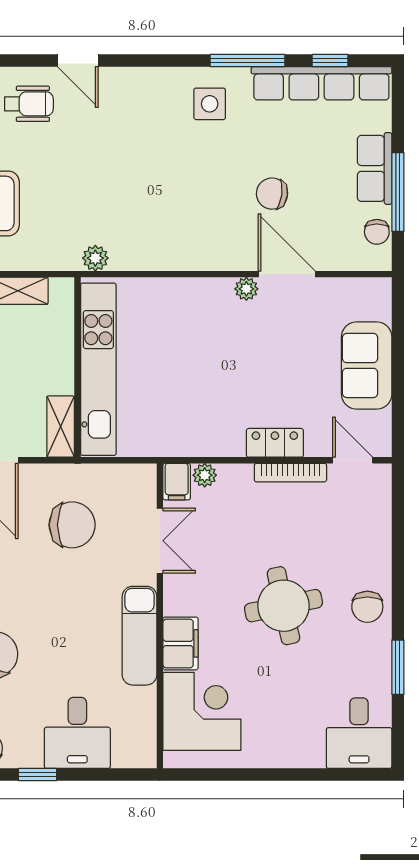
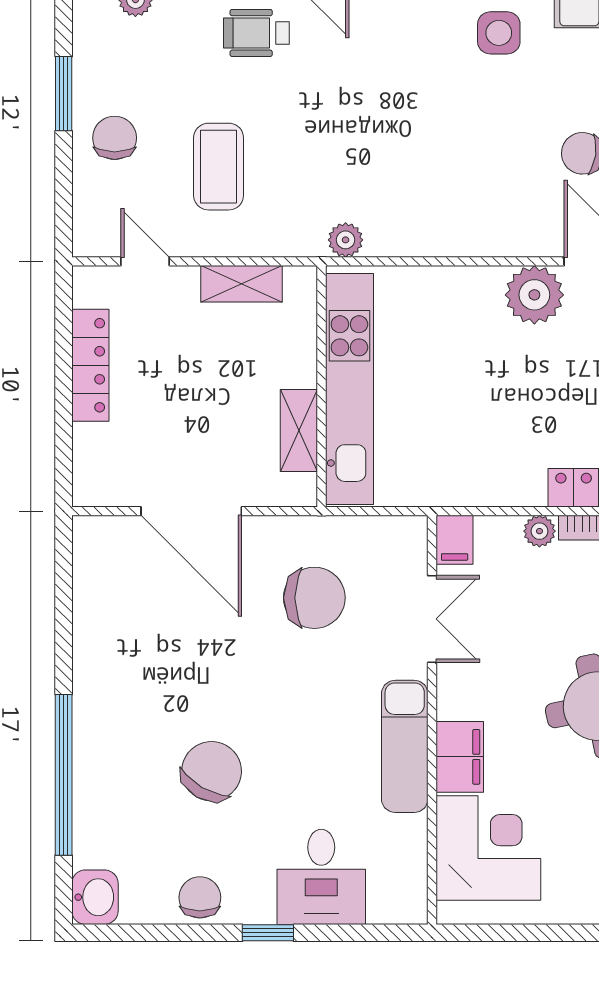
wheelchair: (29, 104) -> (256, 33), turned 180
plant: (246, 289) -> (534, 295), width x1.87, depth x1.87
shelving: (61, 427) -> (299, 430), moved
plant: (205, 475) -> (539, 531), moved

